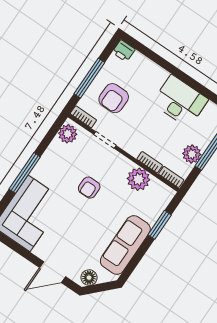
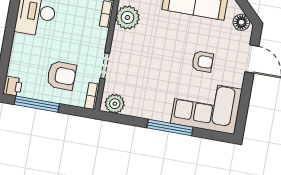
window: (89, 78) -> (37, 104), moved
armchair: (89, 188) -> (203, 62), moved

